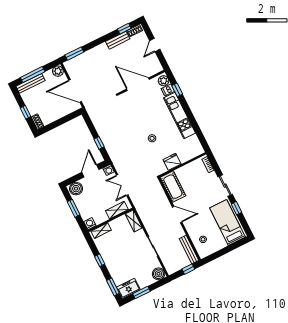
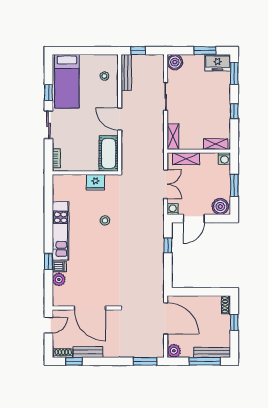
wall: (141, 82) -> (85, 308), moved
door: (138, 84) -> (90, 308), moved

